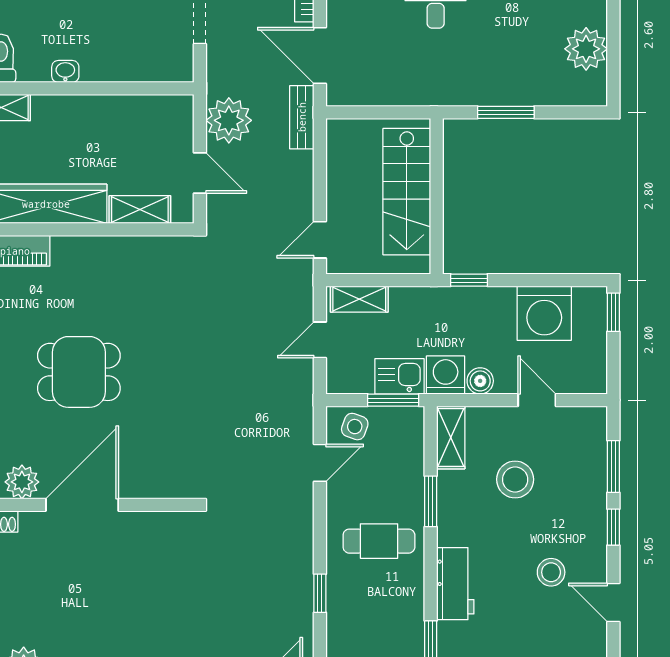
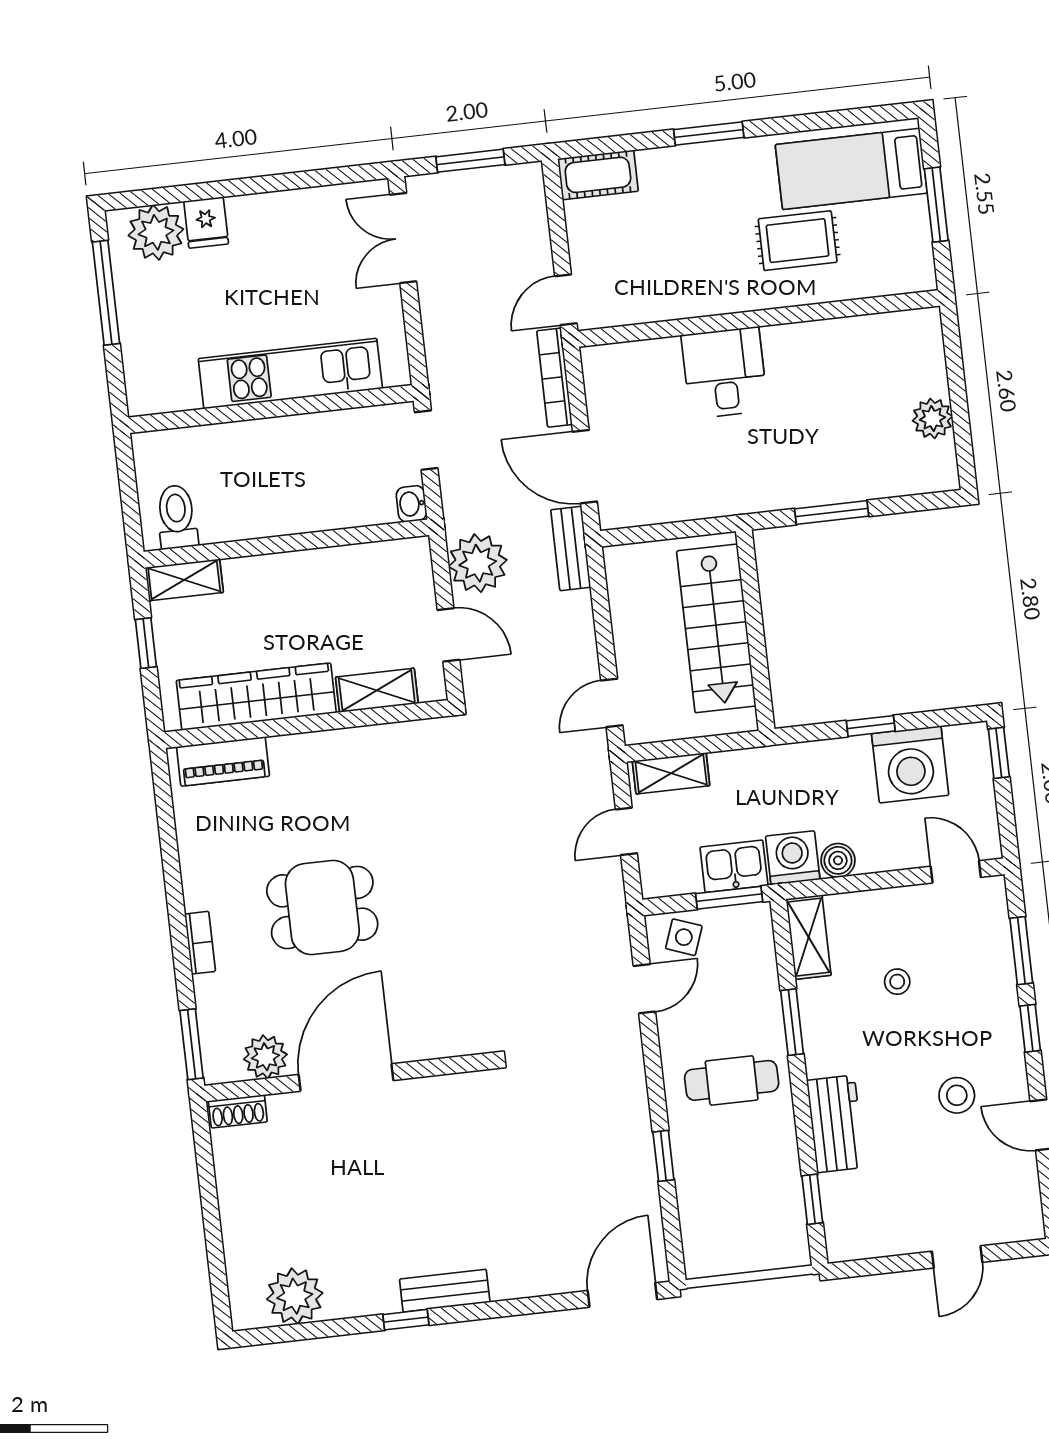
plant: (586, 49) -> (932, 418), width x0.73, depth x0.73
washbasin: (65, 71) -> (411, 504), moved, turned -90
window: (469, 280) -> (871, 726), moved
door: (537, 400) -> (956, 872), moved
stool: (515, 479) -> (897, 982), width x0.53, depth x0.53

